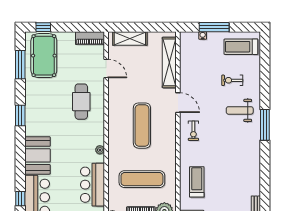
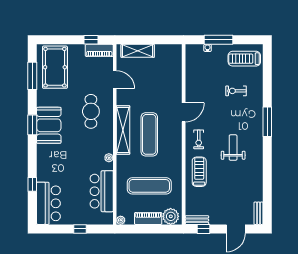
window: (43, 27) -> (91, 40), moved
shelving: (169, 62) -> (123, 130), moved
door: (178, 103) -> (184, 112), hinge flipped
weight bench: (240, 110) -> (233, 148), moved, turned 90
window: (265, 125) -> (267, 122), moved
booth: (37, 155) -> (49, 125), moved
treadmill: (197, 182) -> (199, 172), moved
window: (20, 199) -> (32, 184), moved

